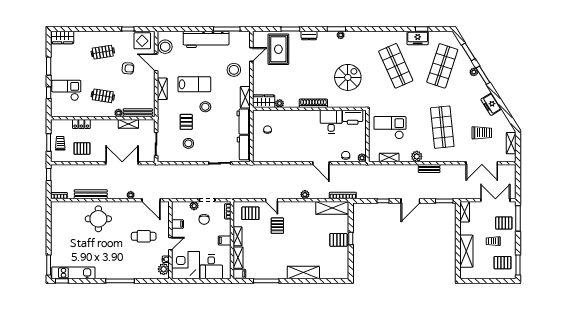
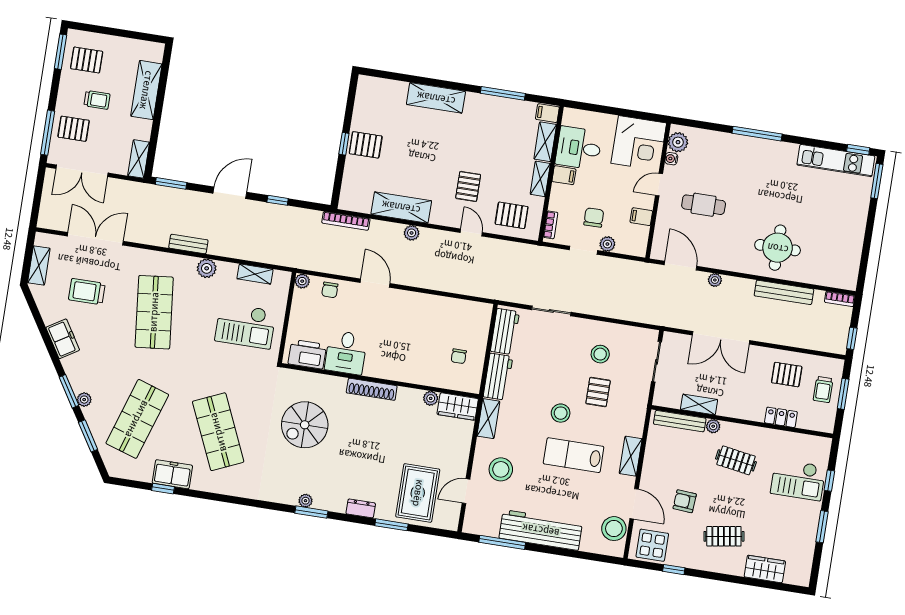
wardrobe: (63, 37) -> (765, 569), moved
shelving: (332, 208) -> (401, 207), moved
desk: (211, 267) -> (579, 148), moved, turned -90

